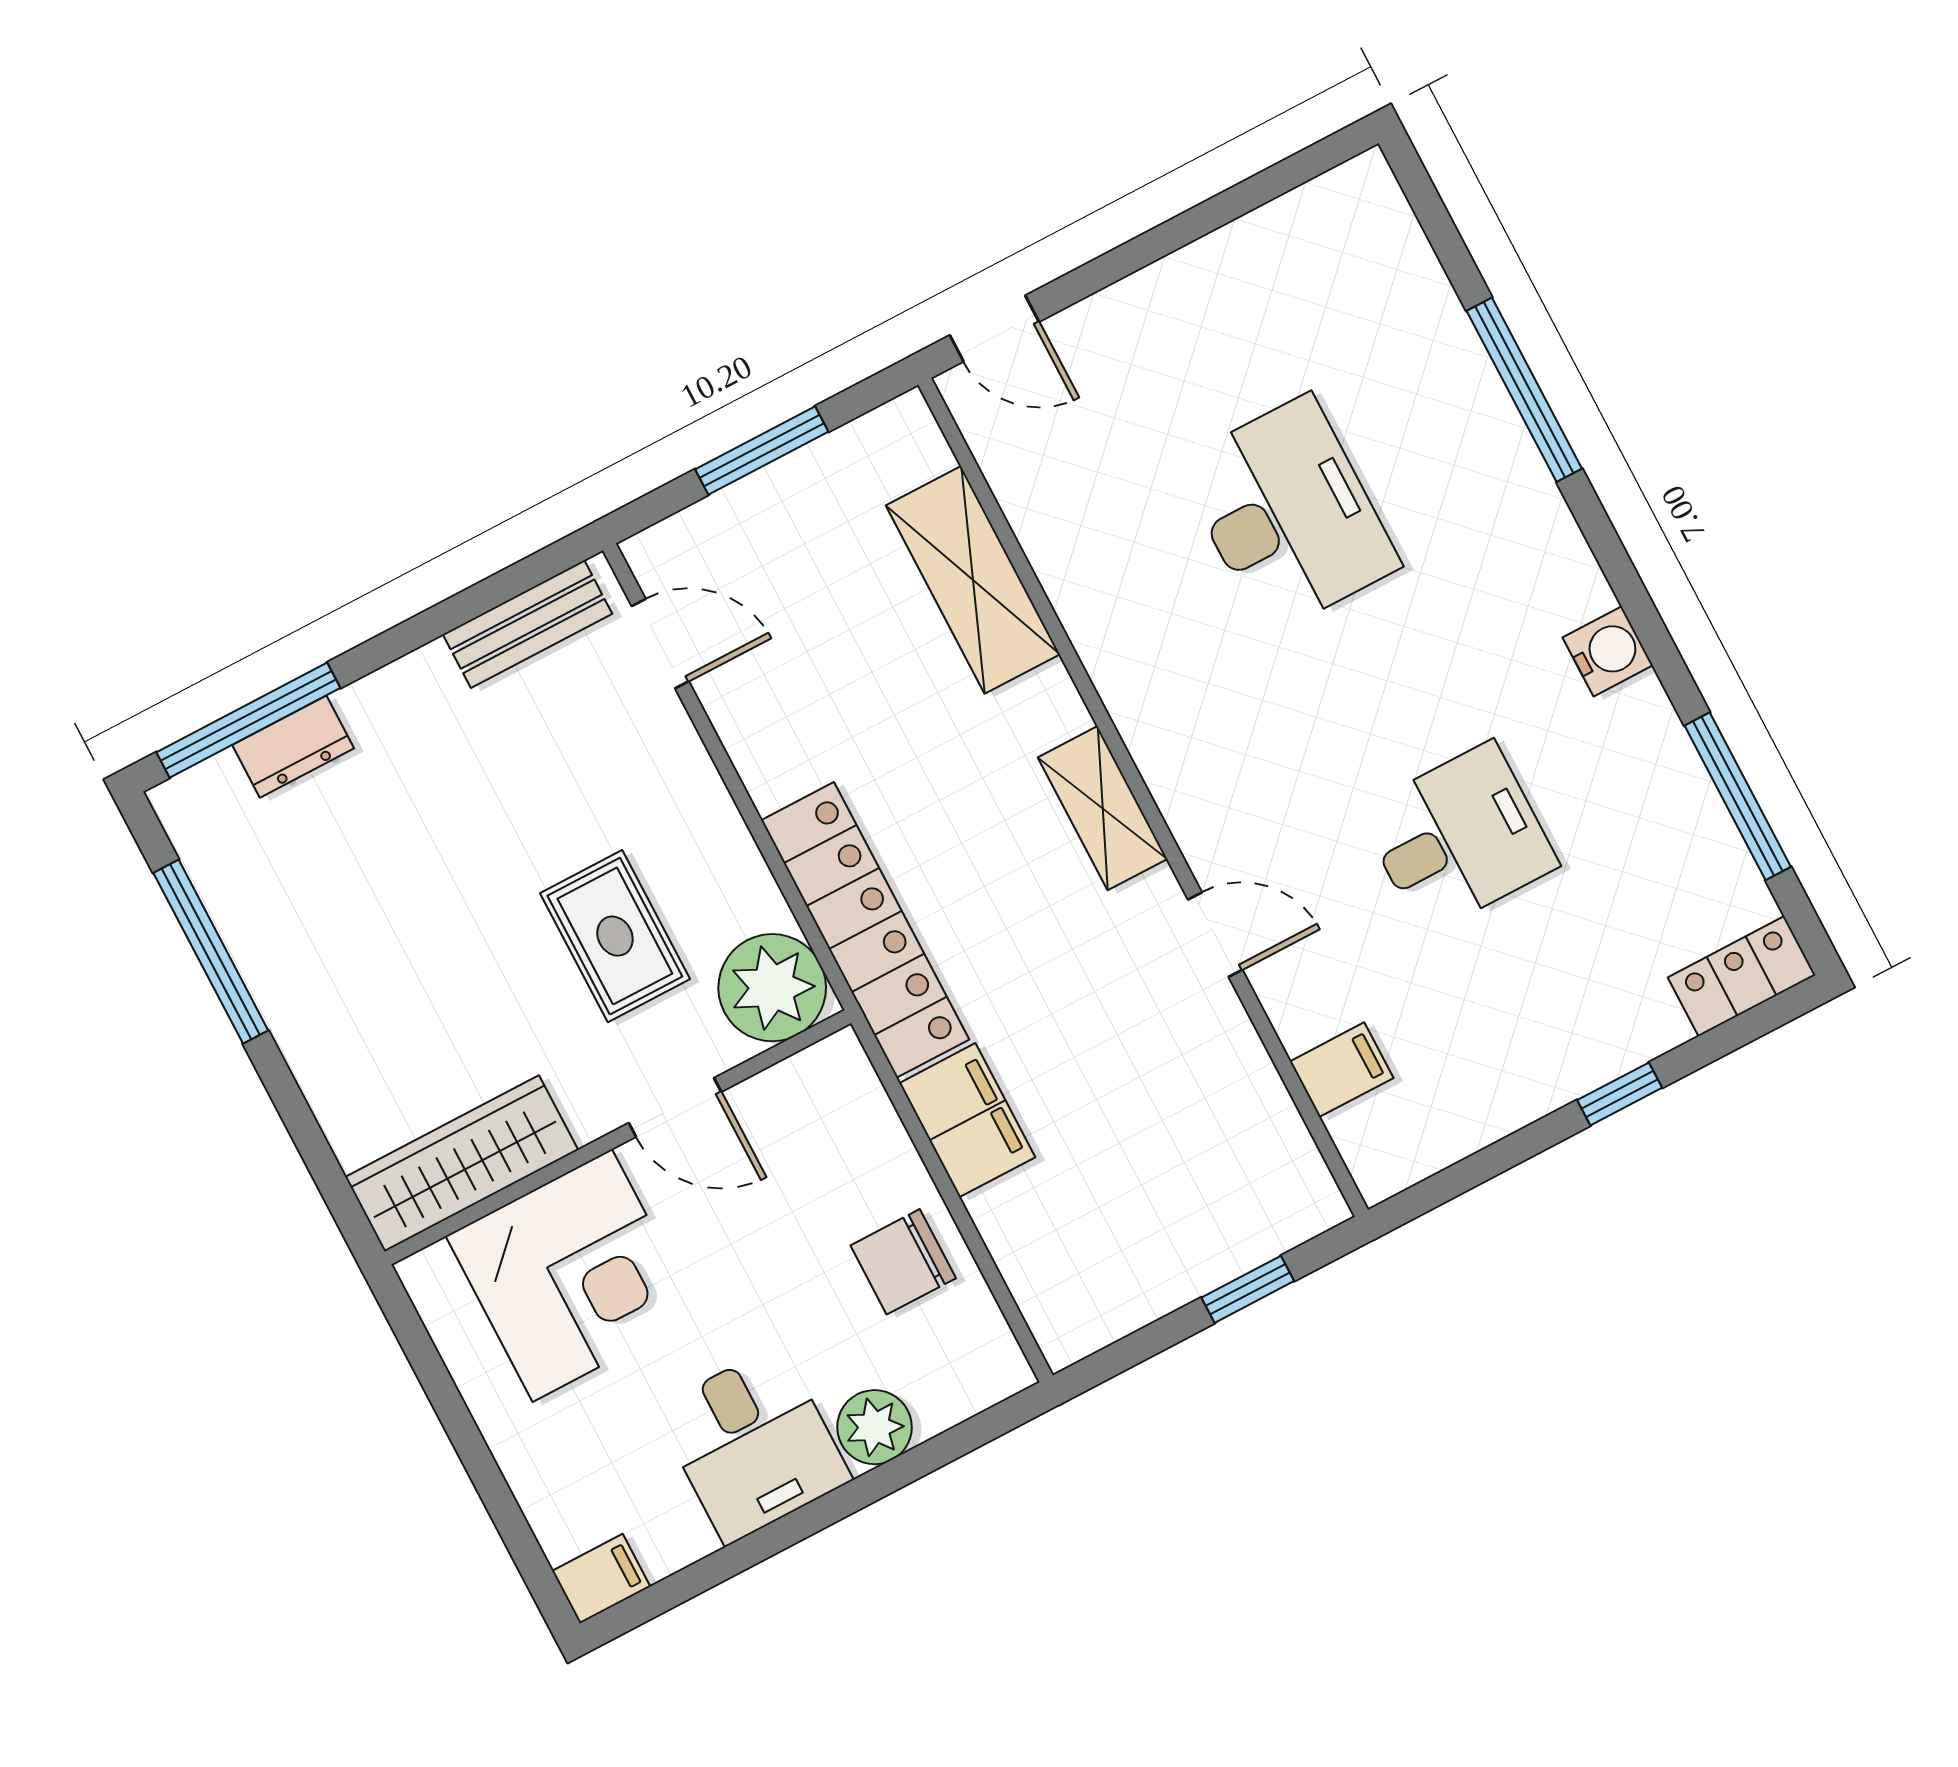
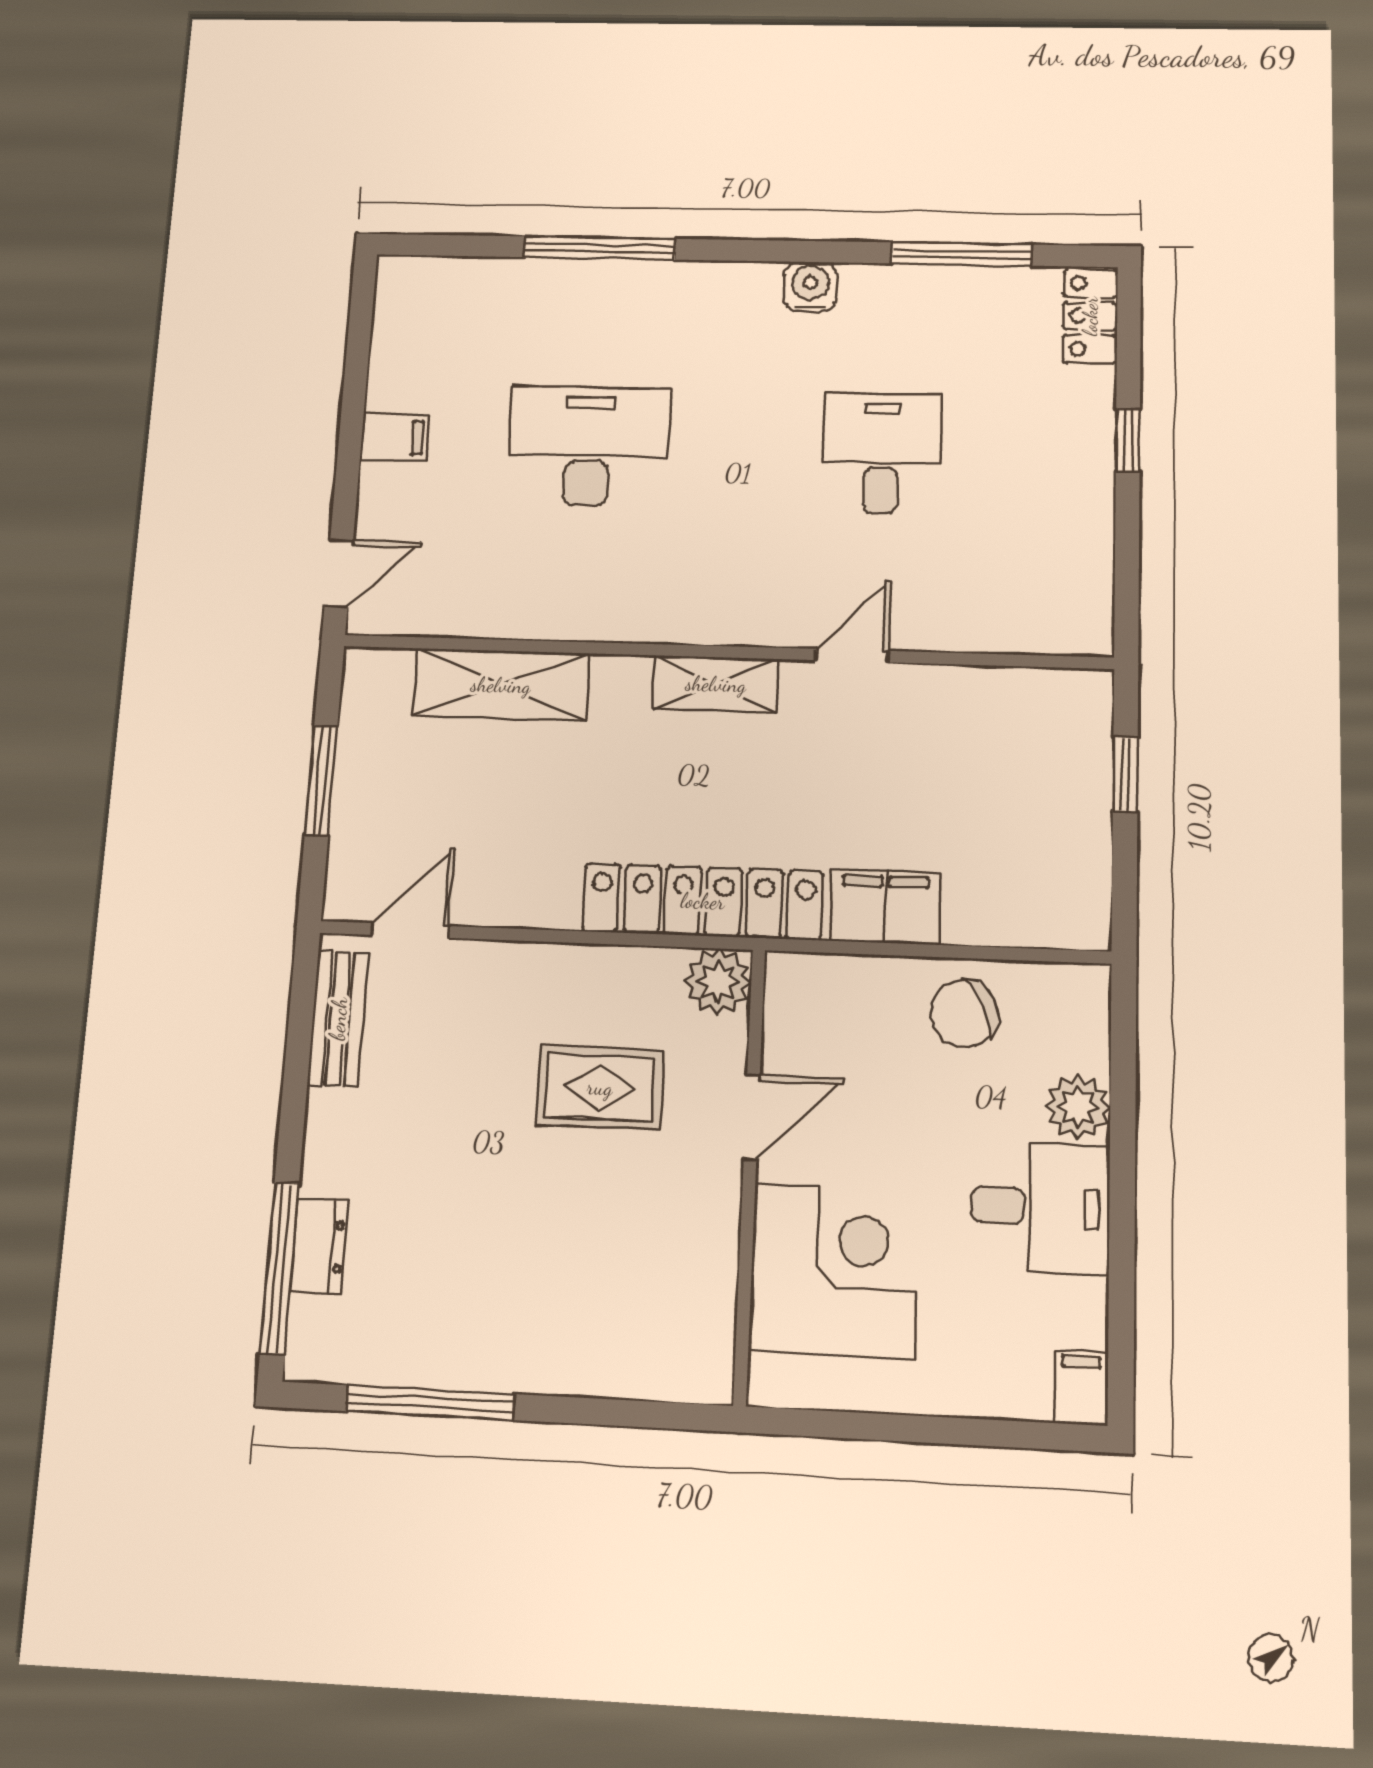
plant: (772, 988) -> (718, 982), width x0.73, depth x0.73
filing cabinet: (1342, 1070) -> (395, 437), moved, turned 90
wardrobe: (462, 1163) -> (701, 1305), removed
chair: (903, 1262) -> (964, 1014), turned 63

